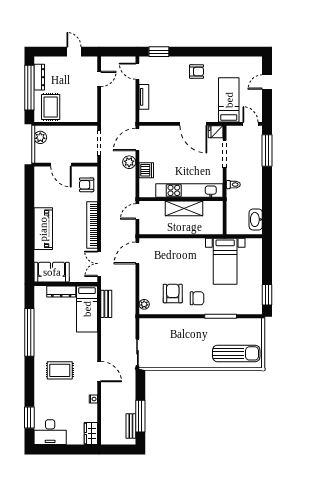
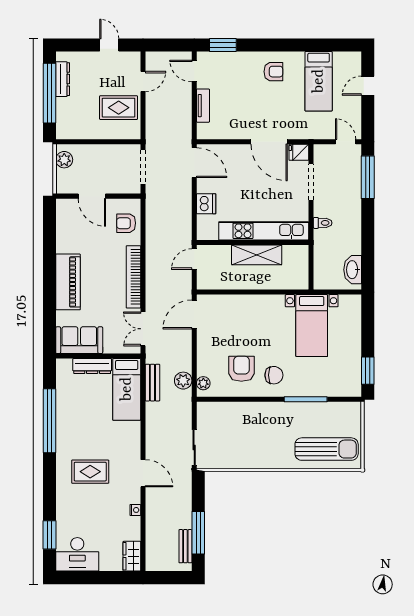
bed: (229, 100) -> (319, 81), moved, turned 180
rug: (51, 107) -> (119, 108), moved, turned 90
door: (137, 140) -> (194, 163), swing flipped
plant: (129, 162) -> (183, 381), moved

